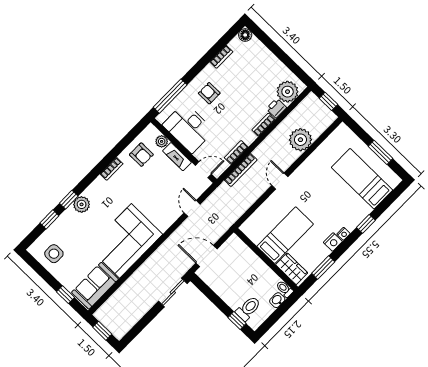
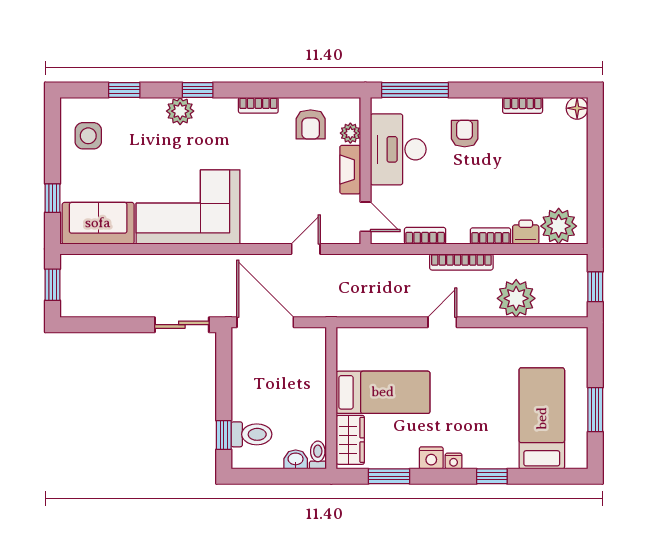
bookcase: (241, 170) -> (461, 262), moved
window: (69, 200) -> (198, 90), moved
door: (206, 256) -> (265, 322), width x1.36

